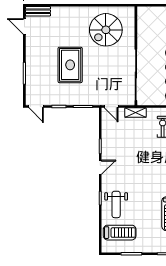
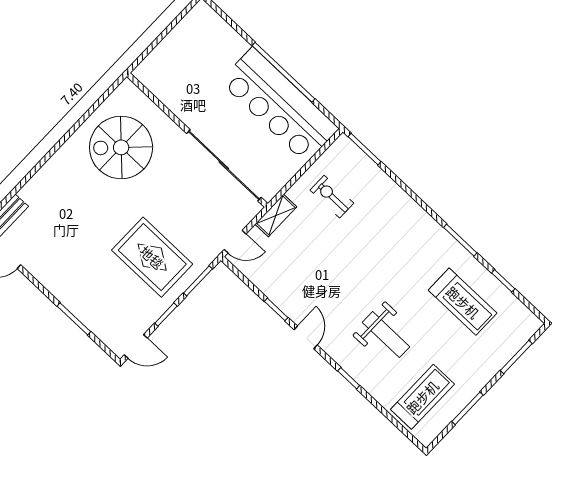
spiral stairs: (106, 30) -> (121, 147), turned 90
rug: (70, 65) -> (152, 257), moved
weight bench: (116, 204) -> (386, 335), moved

